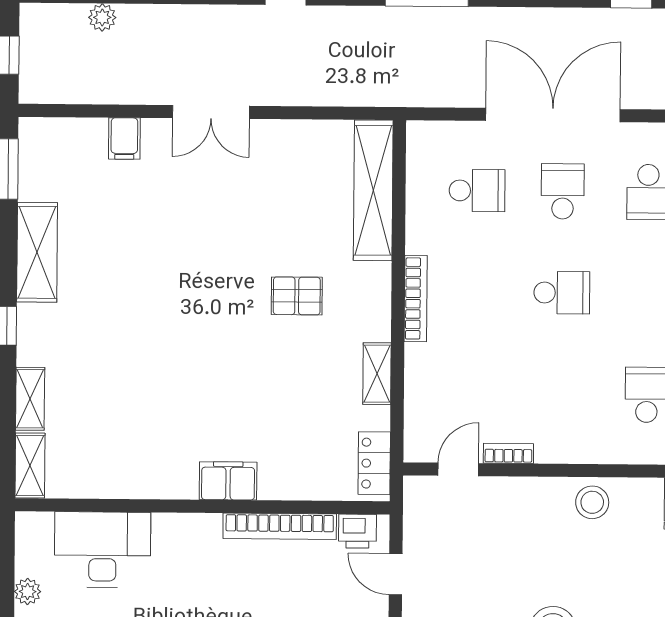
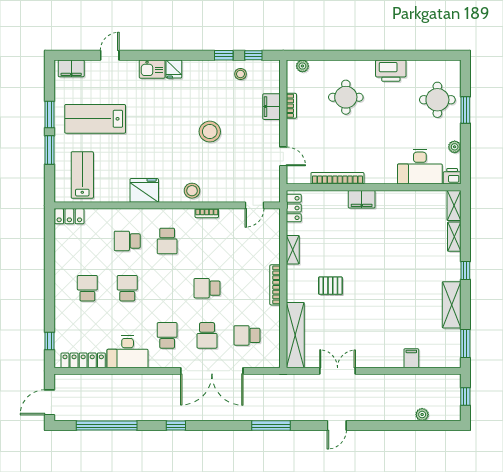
double door: (211, 112) -> (338, 371), moved
bookcase: (508, 453) -> (207, 213), moved
printer: (358, 531) -> (452, 176), moved

